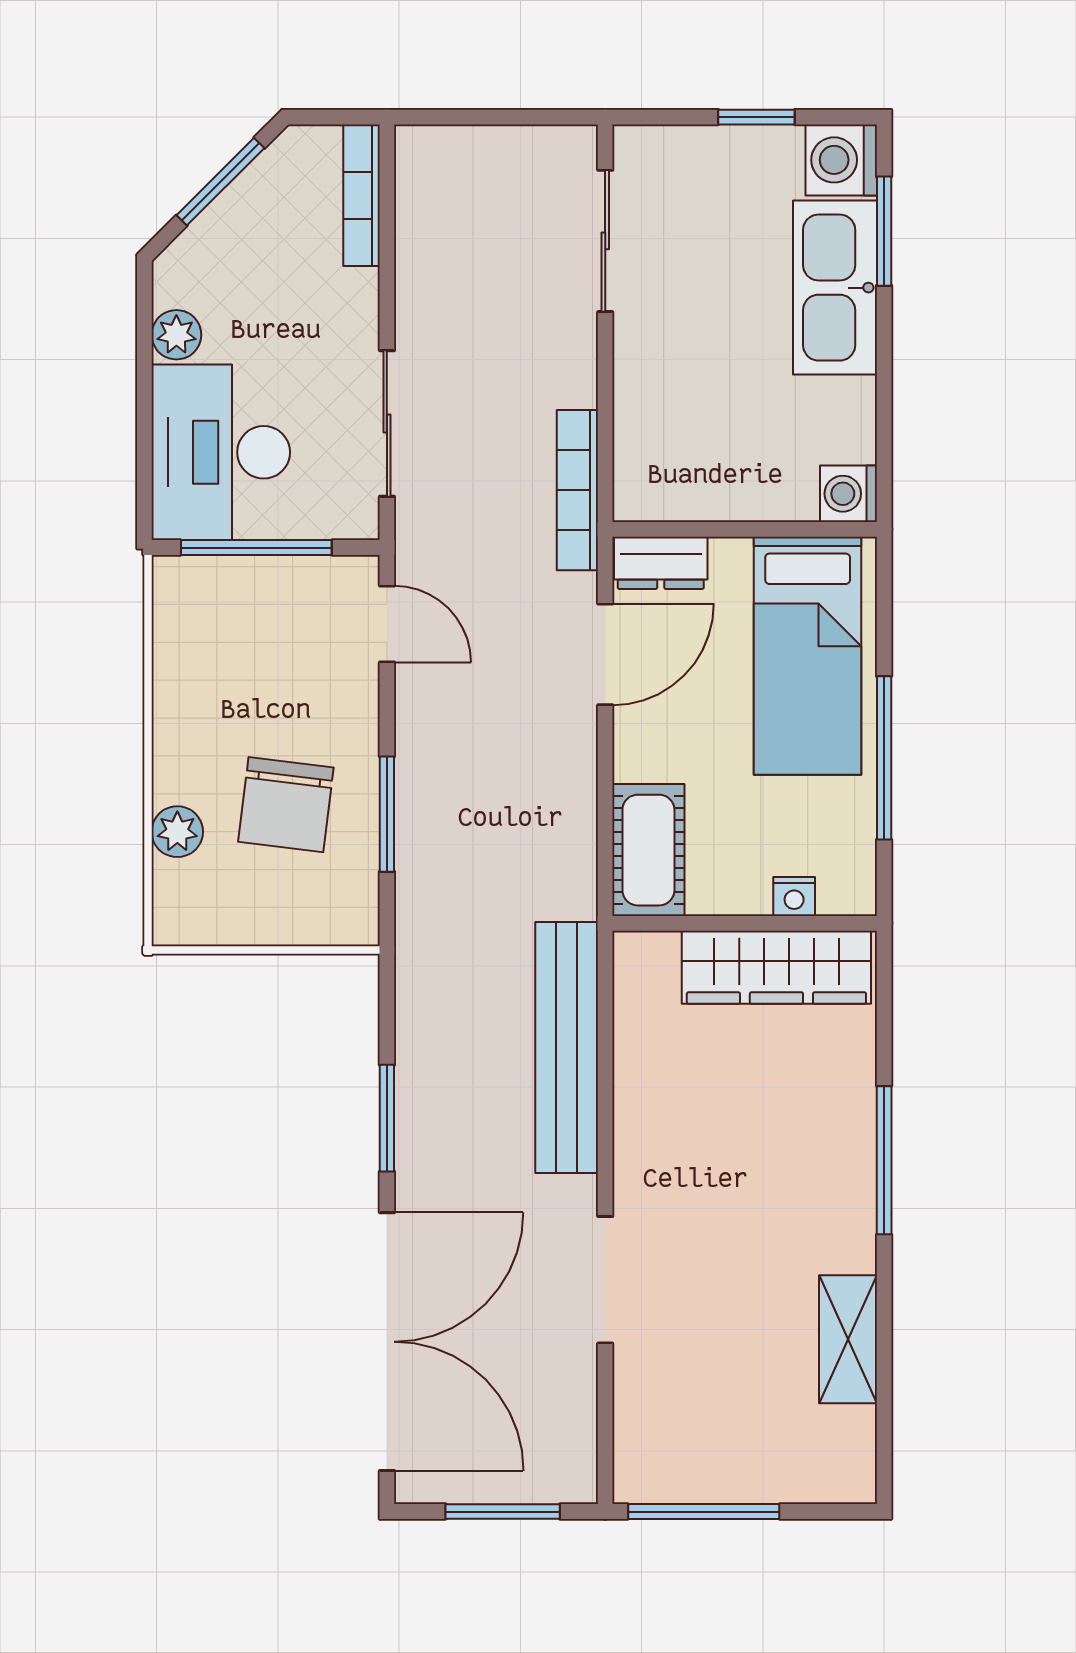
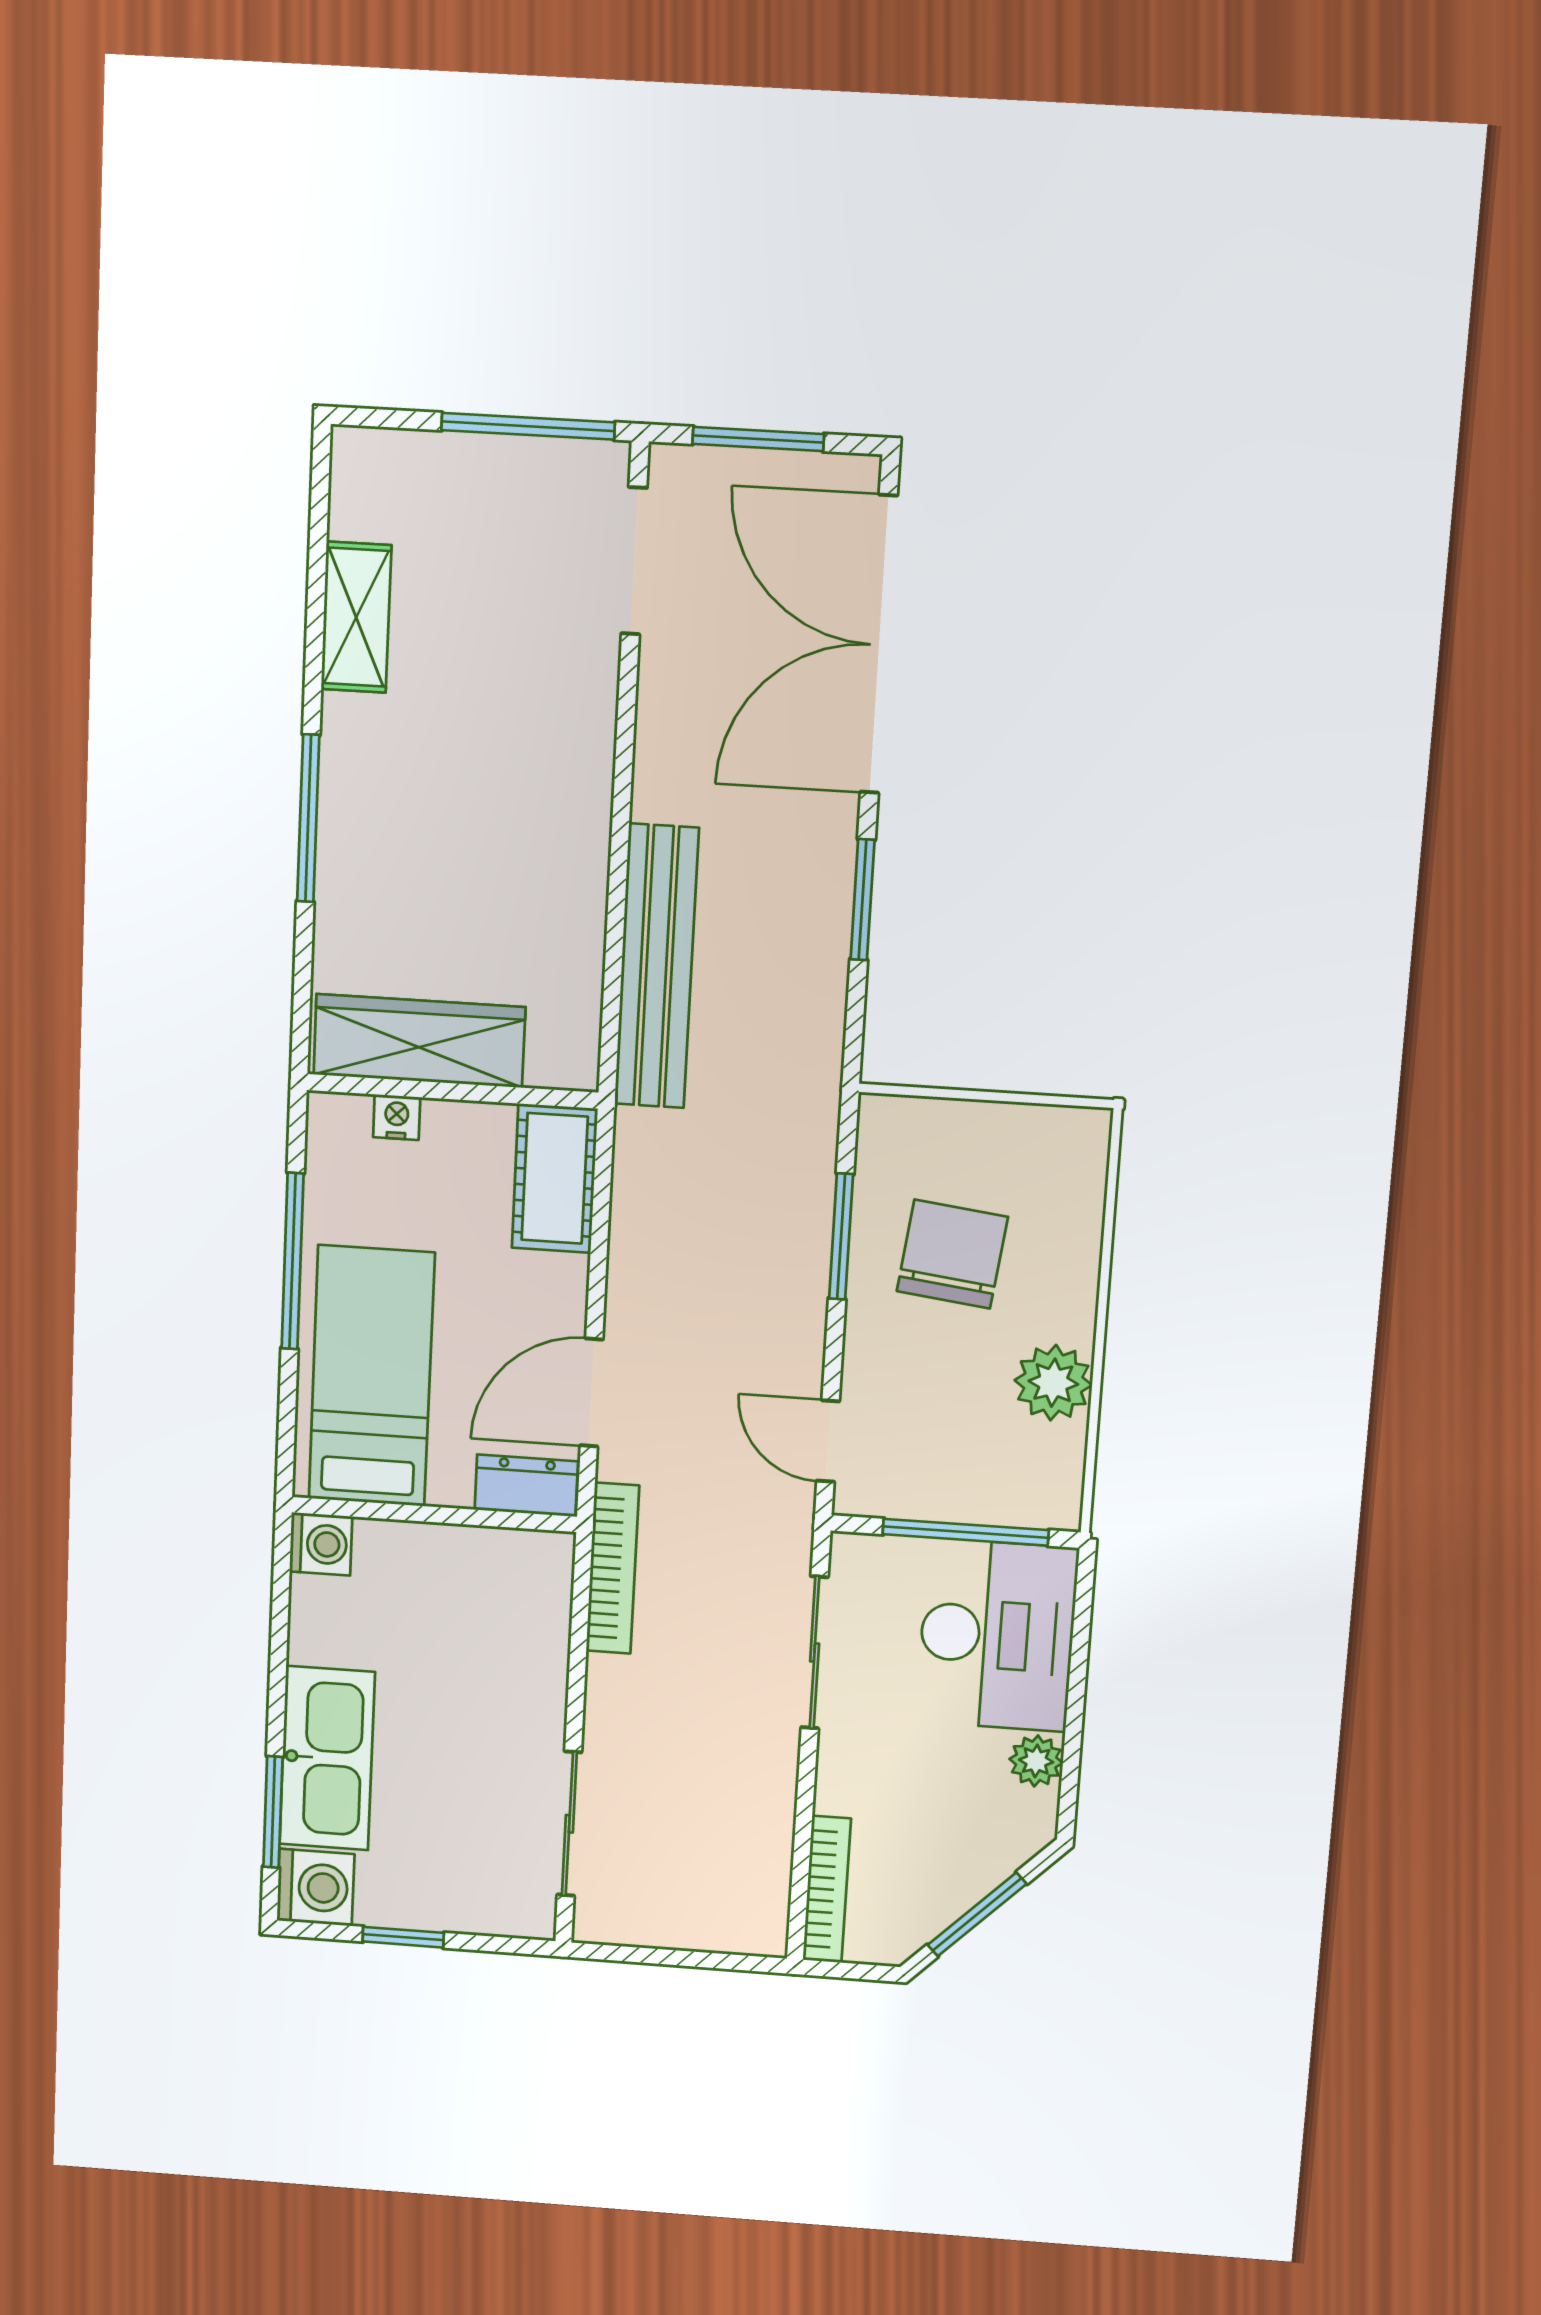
plant: (177, 832) -> (1053, 1383), moved, width x1.38, depth x1.38
doorway: (605, 1280) -> (634, 561), moved

